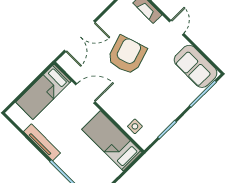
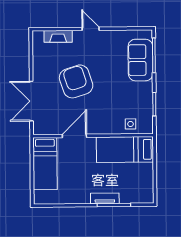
double door: (80, 36) -> (31, 101), swing flipped
sofa: (196, 66) -> (140, 60), moved, turned 90
tv unit: (42, 142) -> (105, 198), moved, width x0.71

